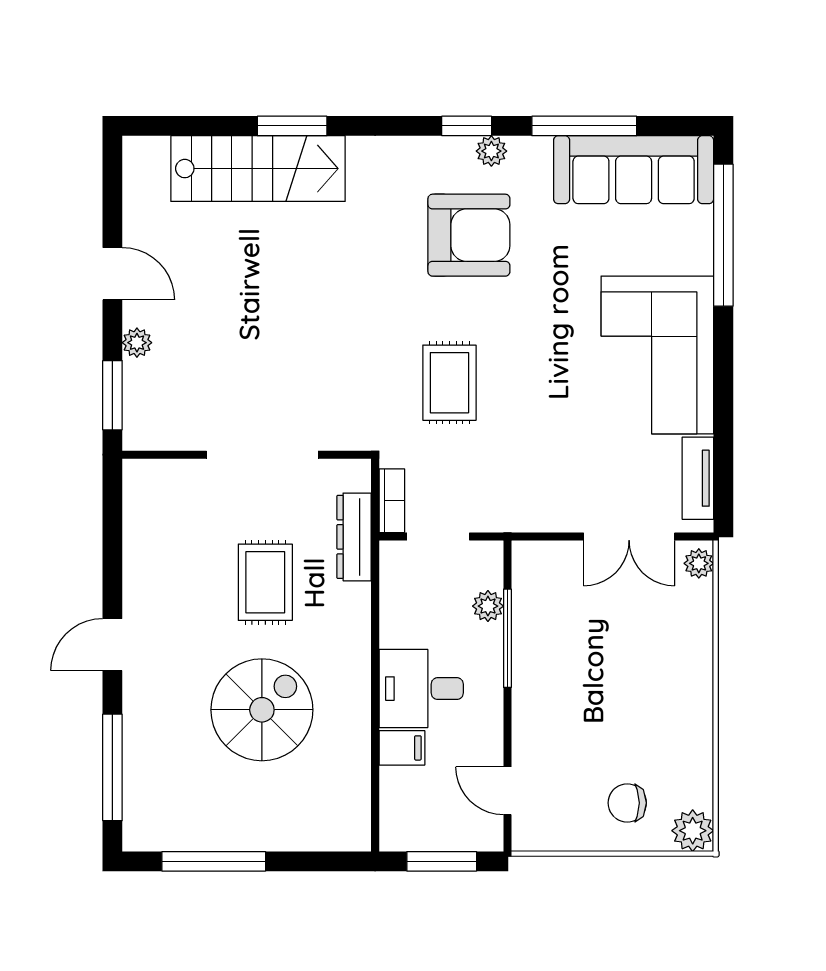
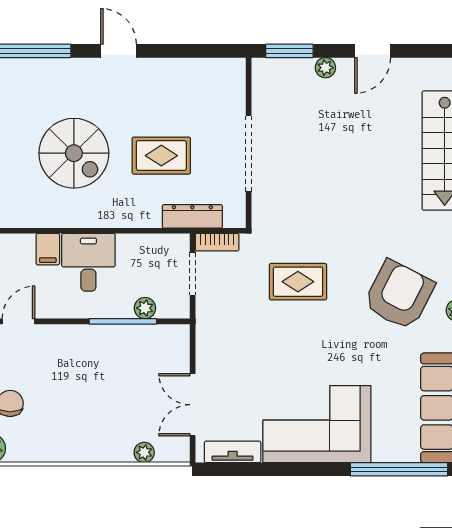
armchair: (469, 235) -> (399, 295), turned -153
plant: (699, 563) -> (144, 452), moved

